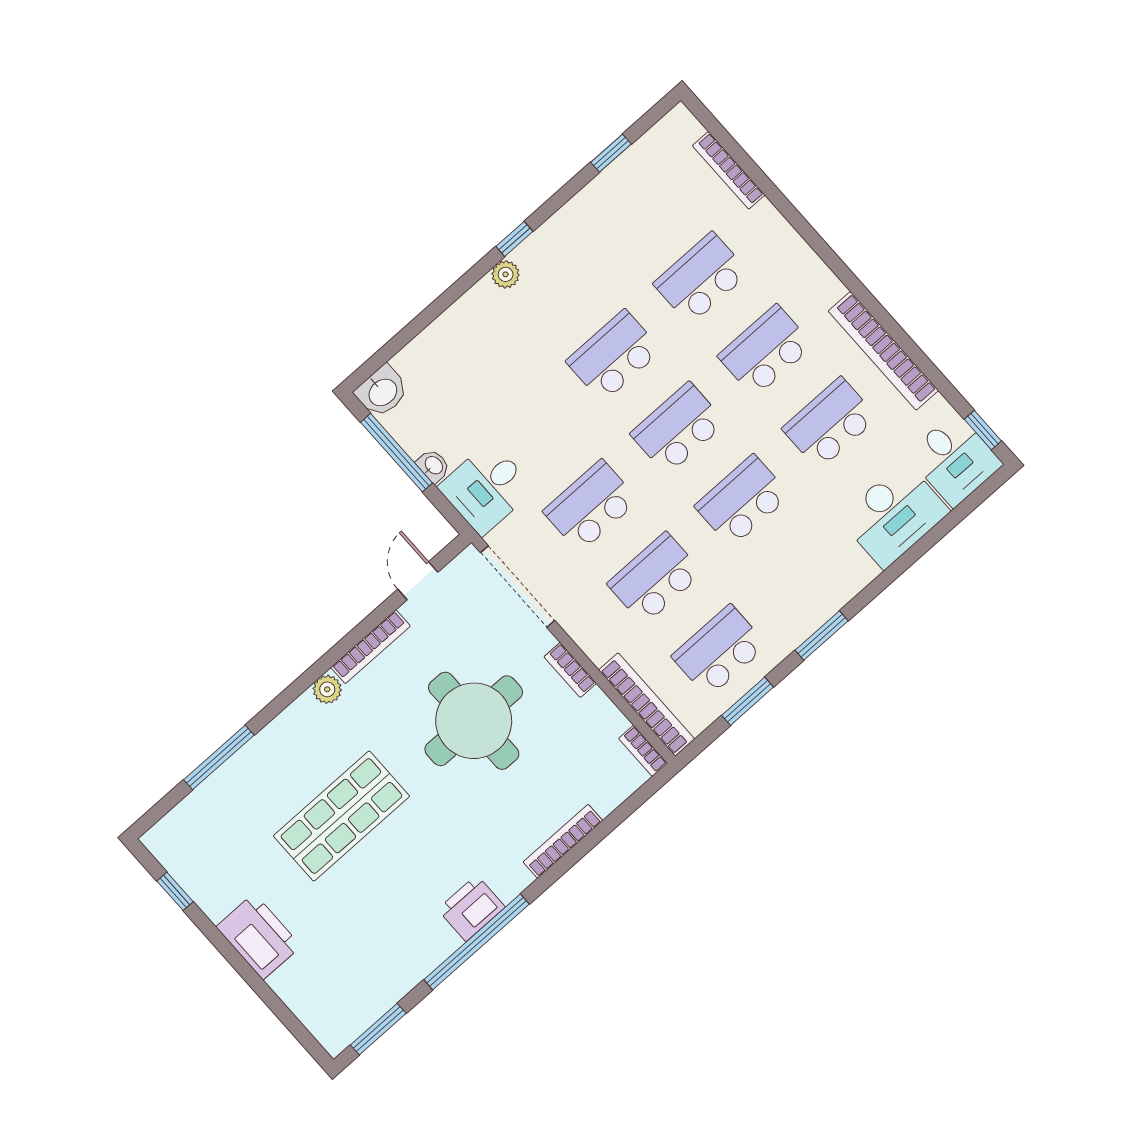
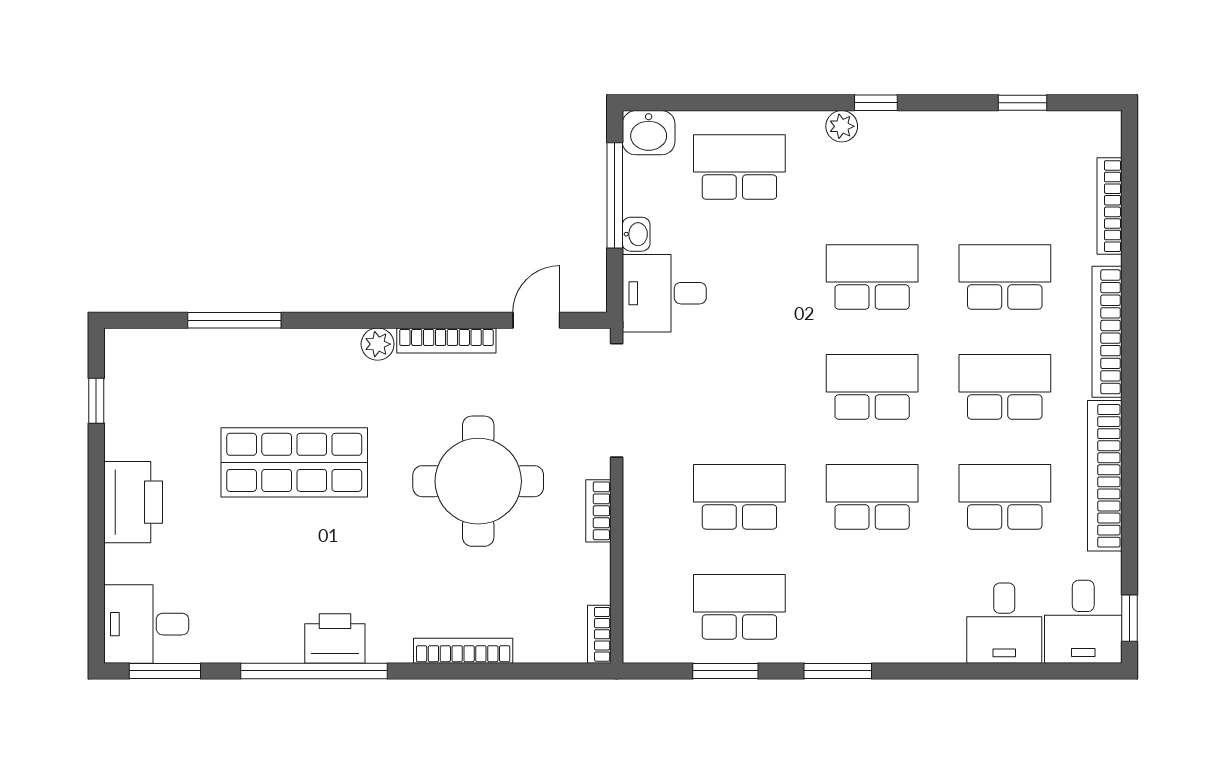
school desk: (591, 506) -> (739, 167), moved
desk: (894, 515) -> (1004, 623), width x0.73
bookcase: (647, 705) -> (1107, 332), moved, turned 180
desk: (339, 1009) -> (146, 624), added

